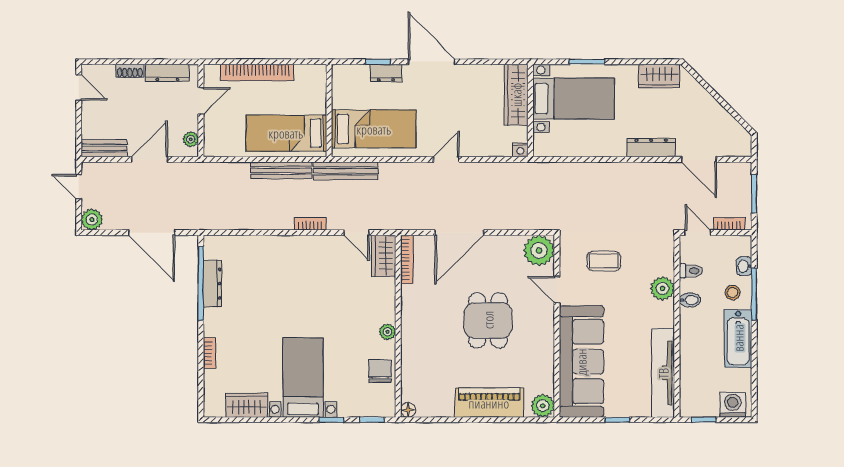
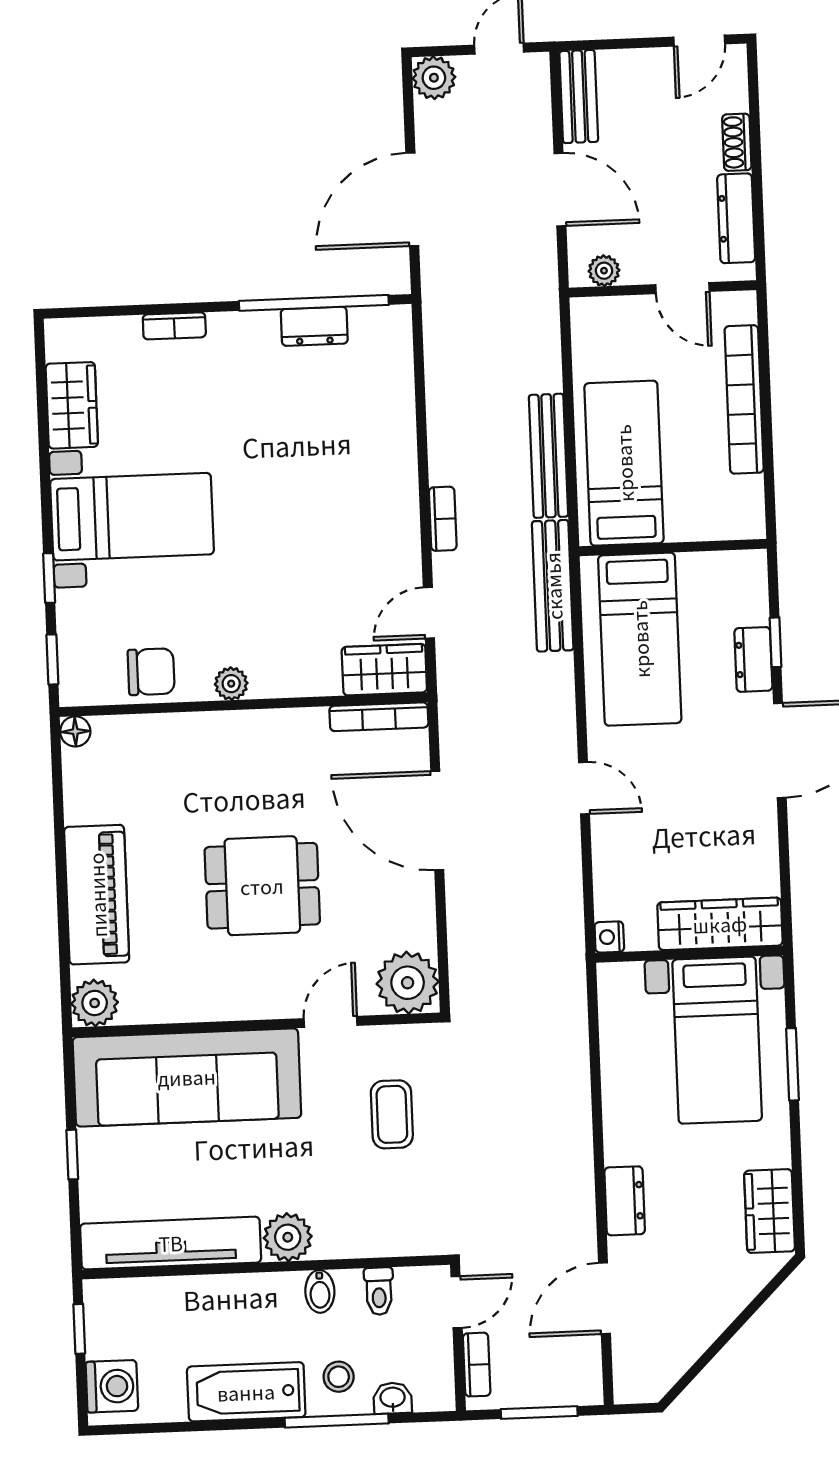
dresser: (651, 147) -> (625, 1201), width x0.70
dresser: (212, 284) -> (314, 326), width x0.70
plant: (662, 288) -> (288, 1237), moved

